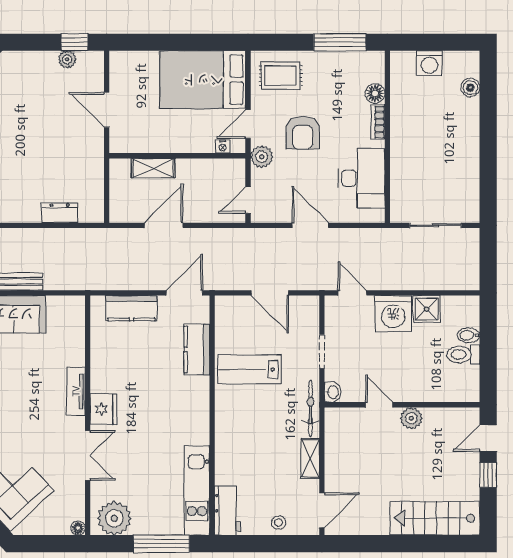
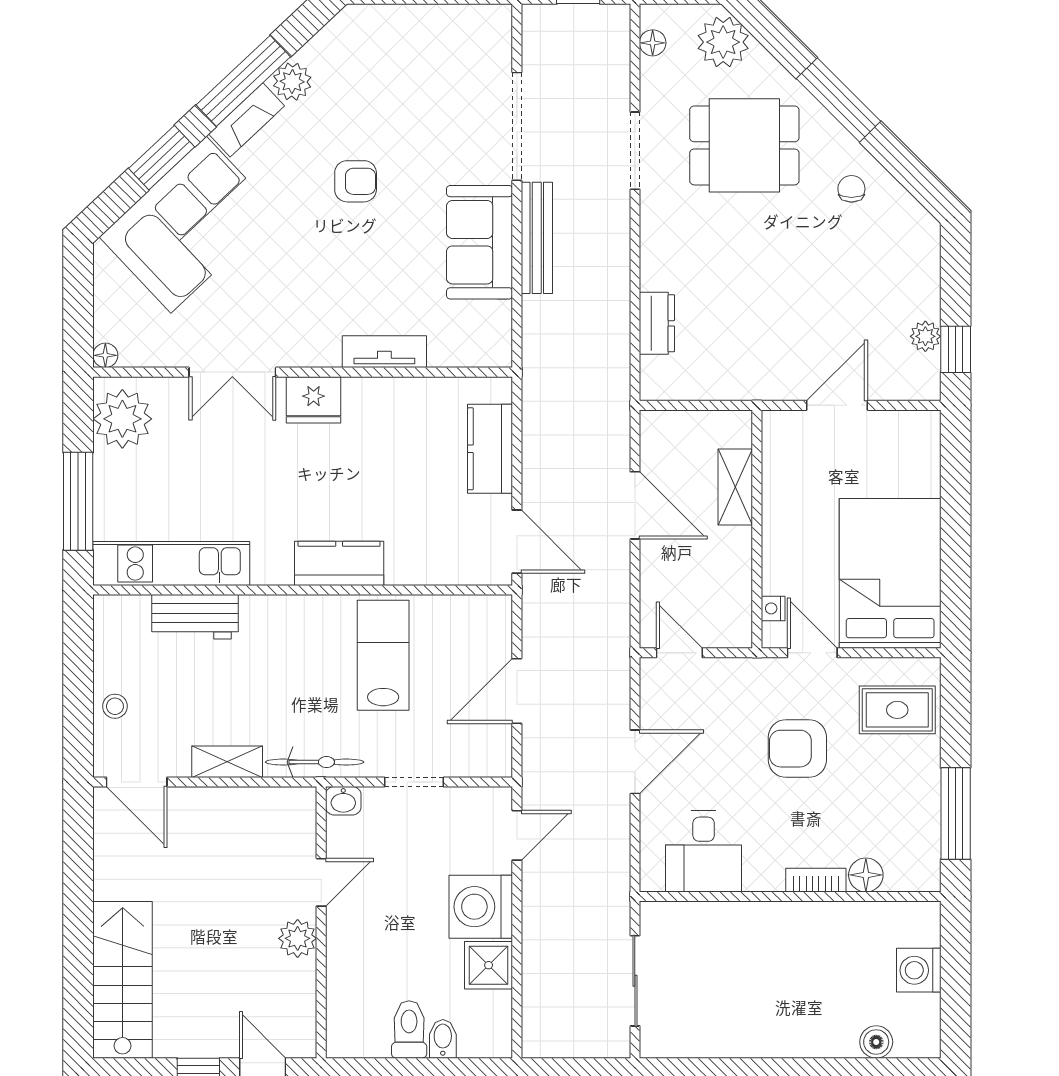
rug: (281, 75) -> (897, 710), turned 90
plant: (262, 157) -> (755, 677), removed
desk: (361, 178) -> (704, 851), width x0.73
kitchen counter: (197, 350) -> (339, 563), moved
tv unit: (76, 391) -> (384, 352), moved
workbench: (227, 511) -> (195, 617), moved

